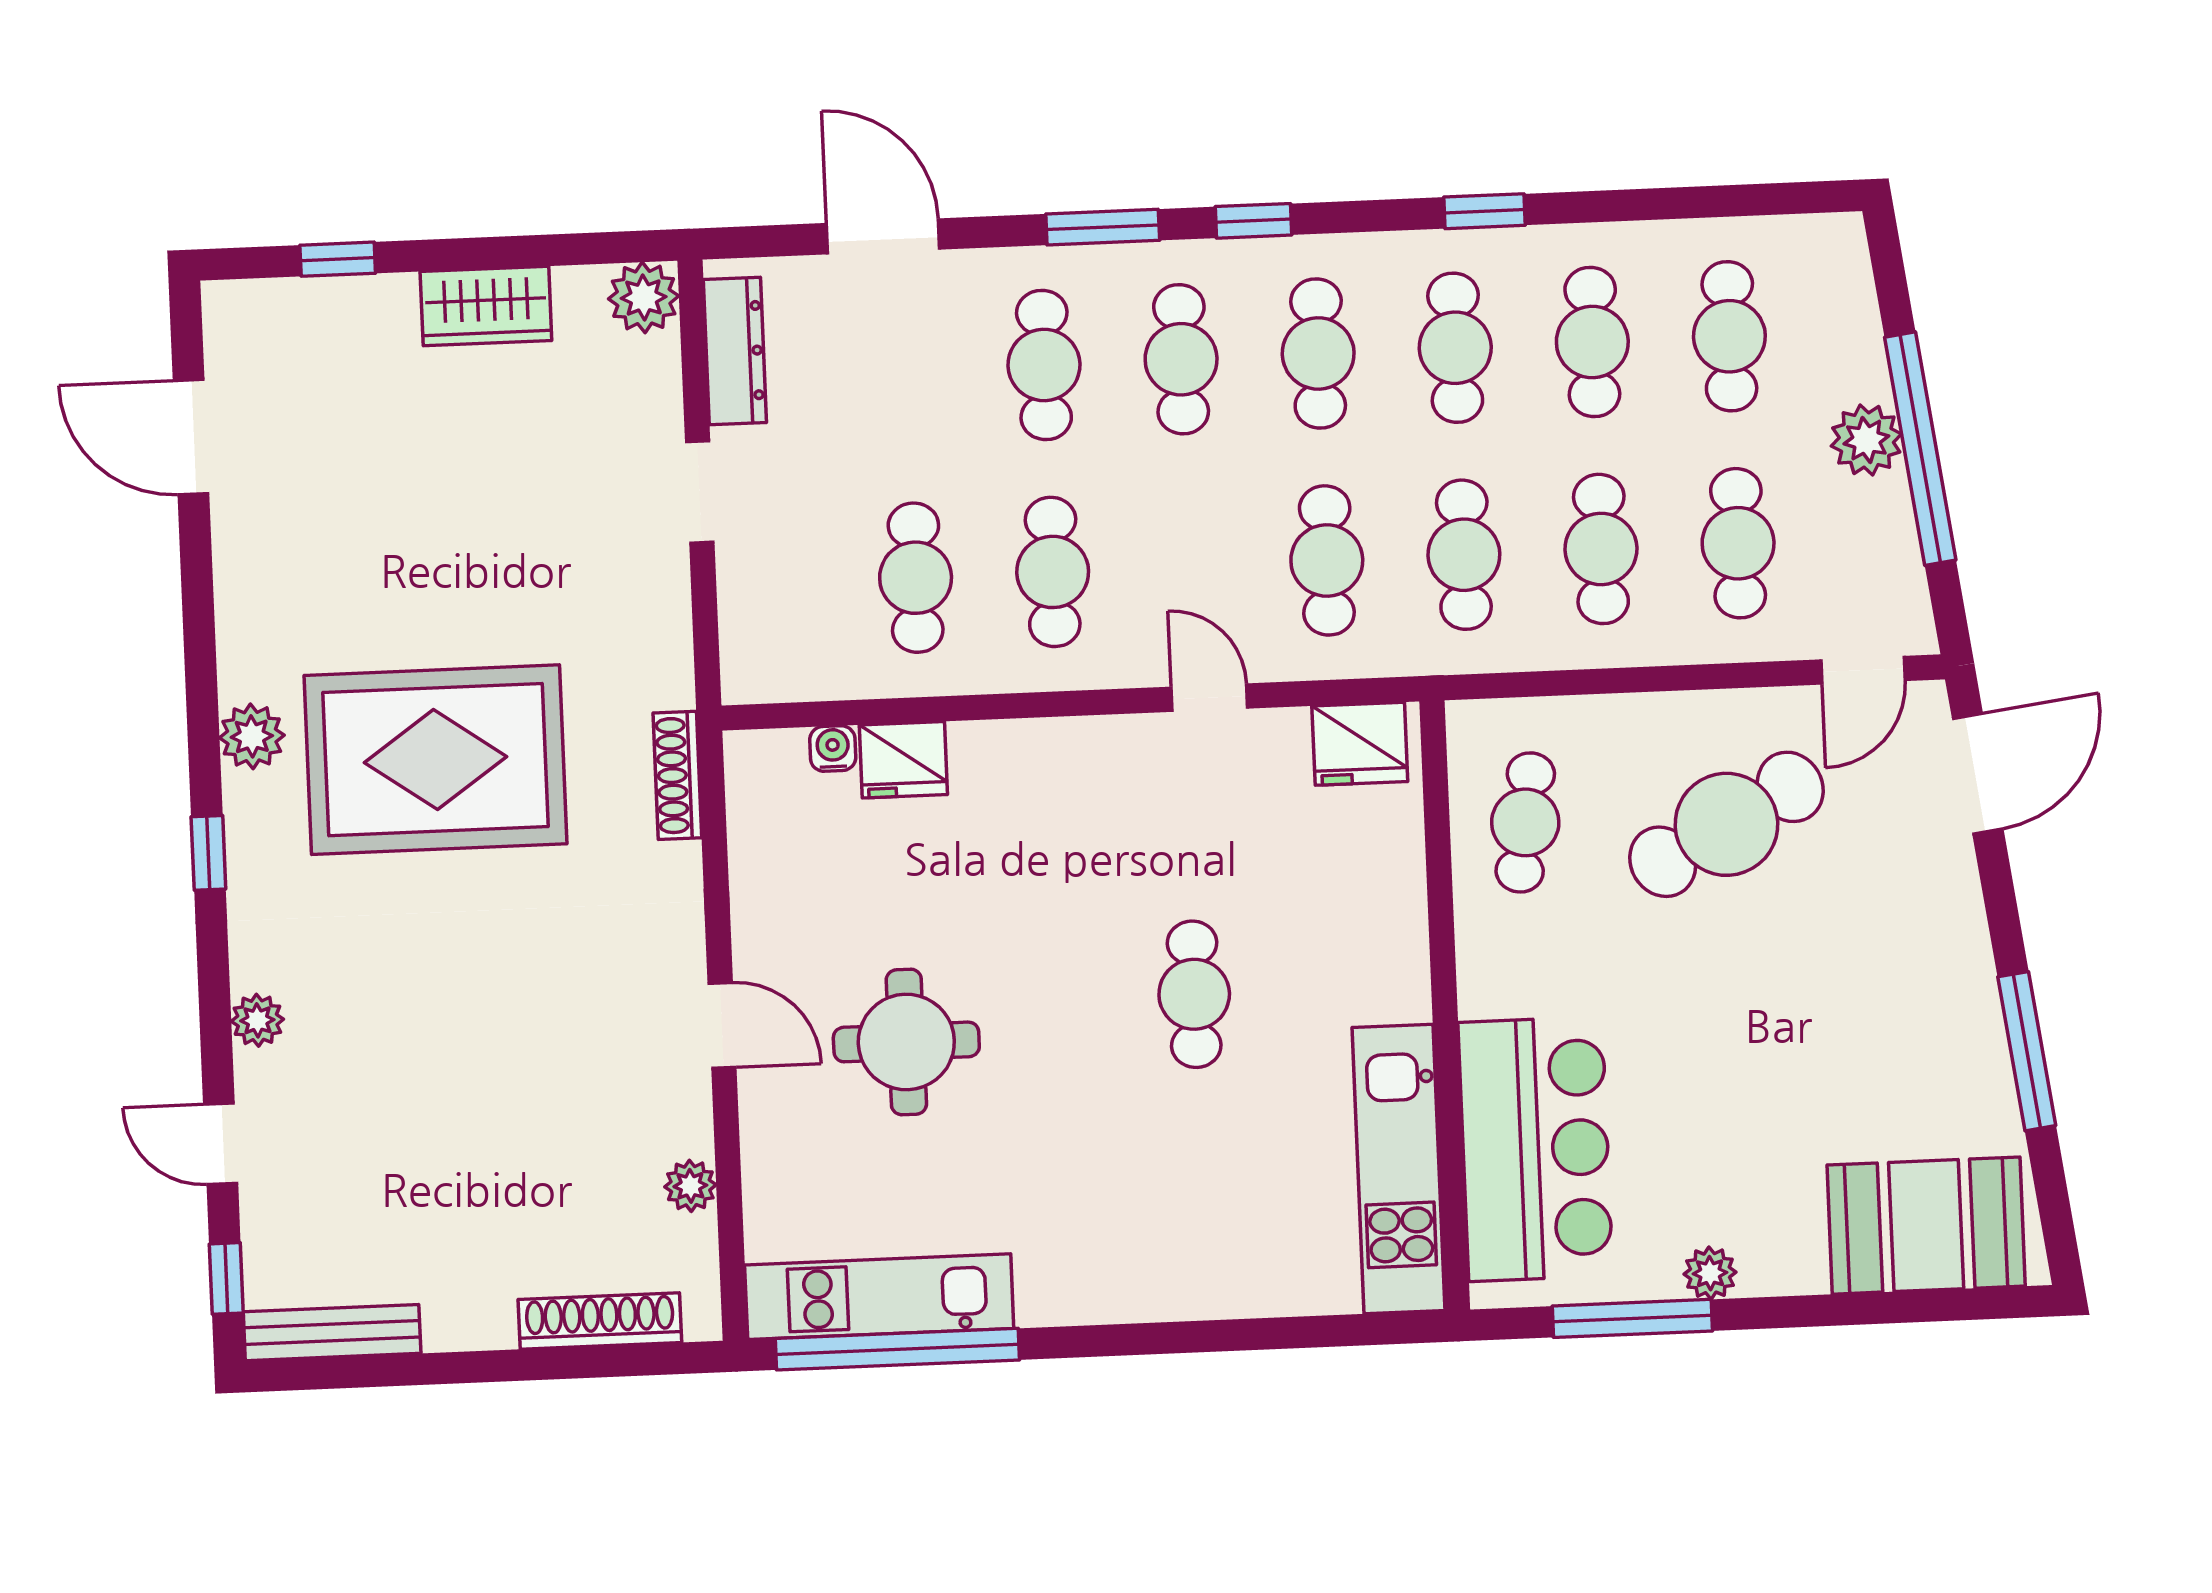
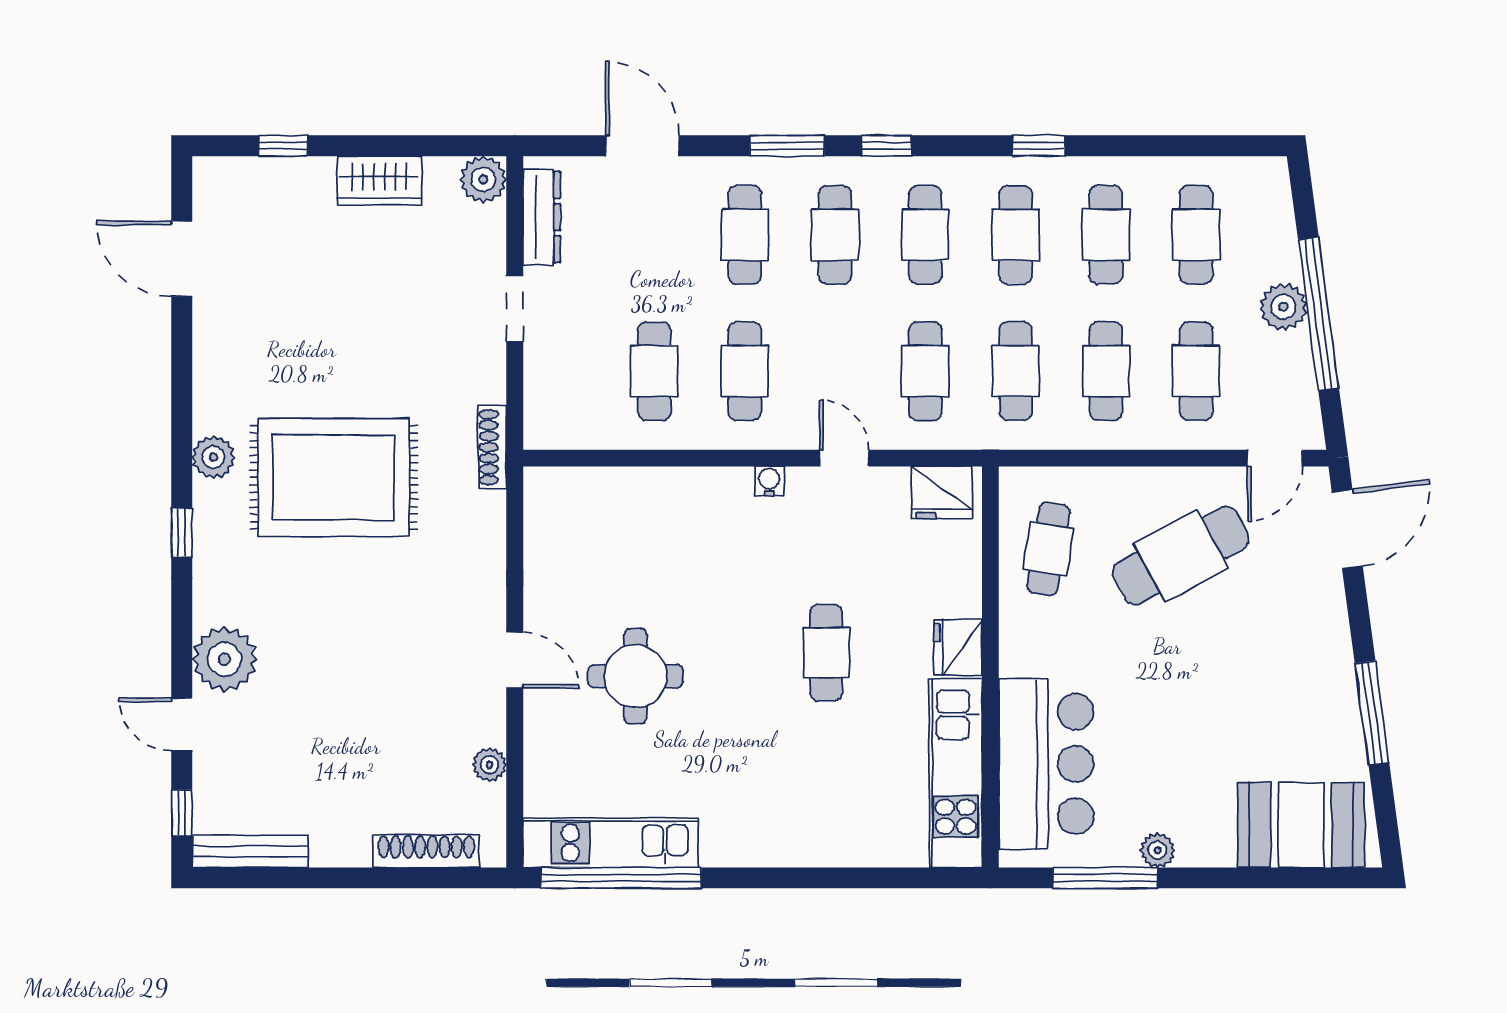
water cooler: (833, 749) -> (769, 481), moved
fridge: (903, 760) -> (958, 648), moved, turned 90
shoe rack: (677, 775) -> (492, 447), moved
plant: (257, 1020) -> (224, 659), width x1.88, depth x1.88

